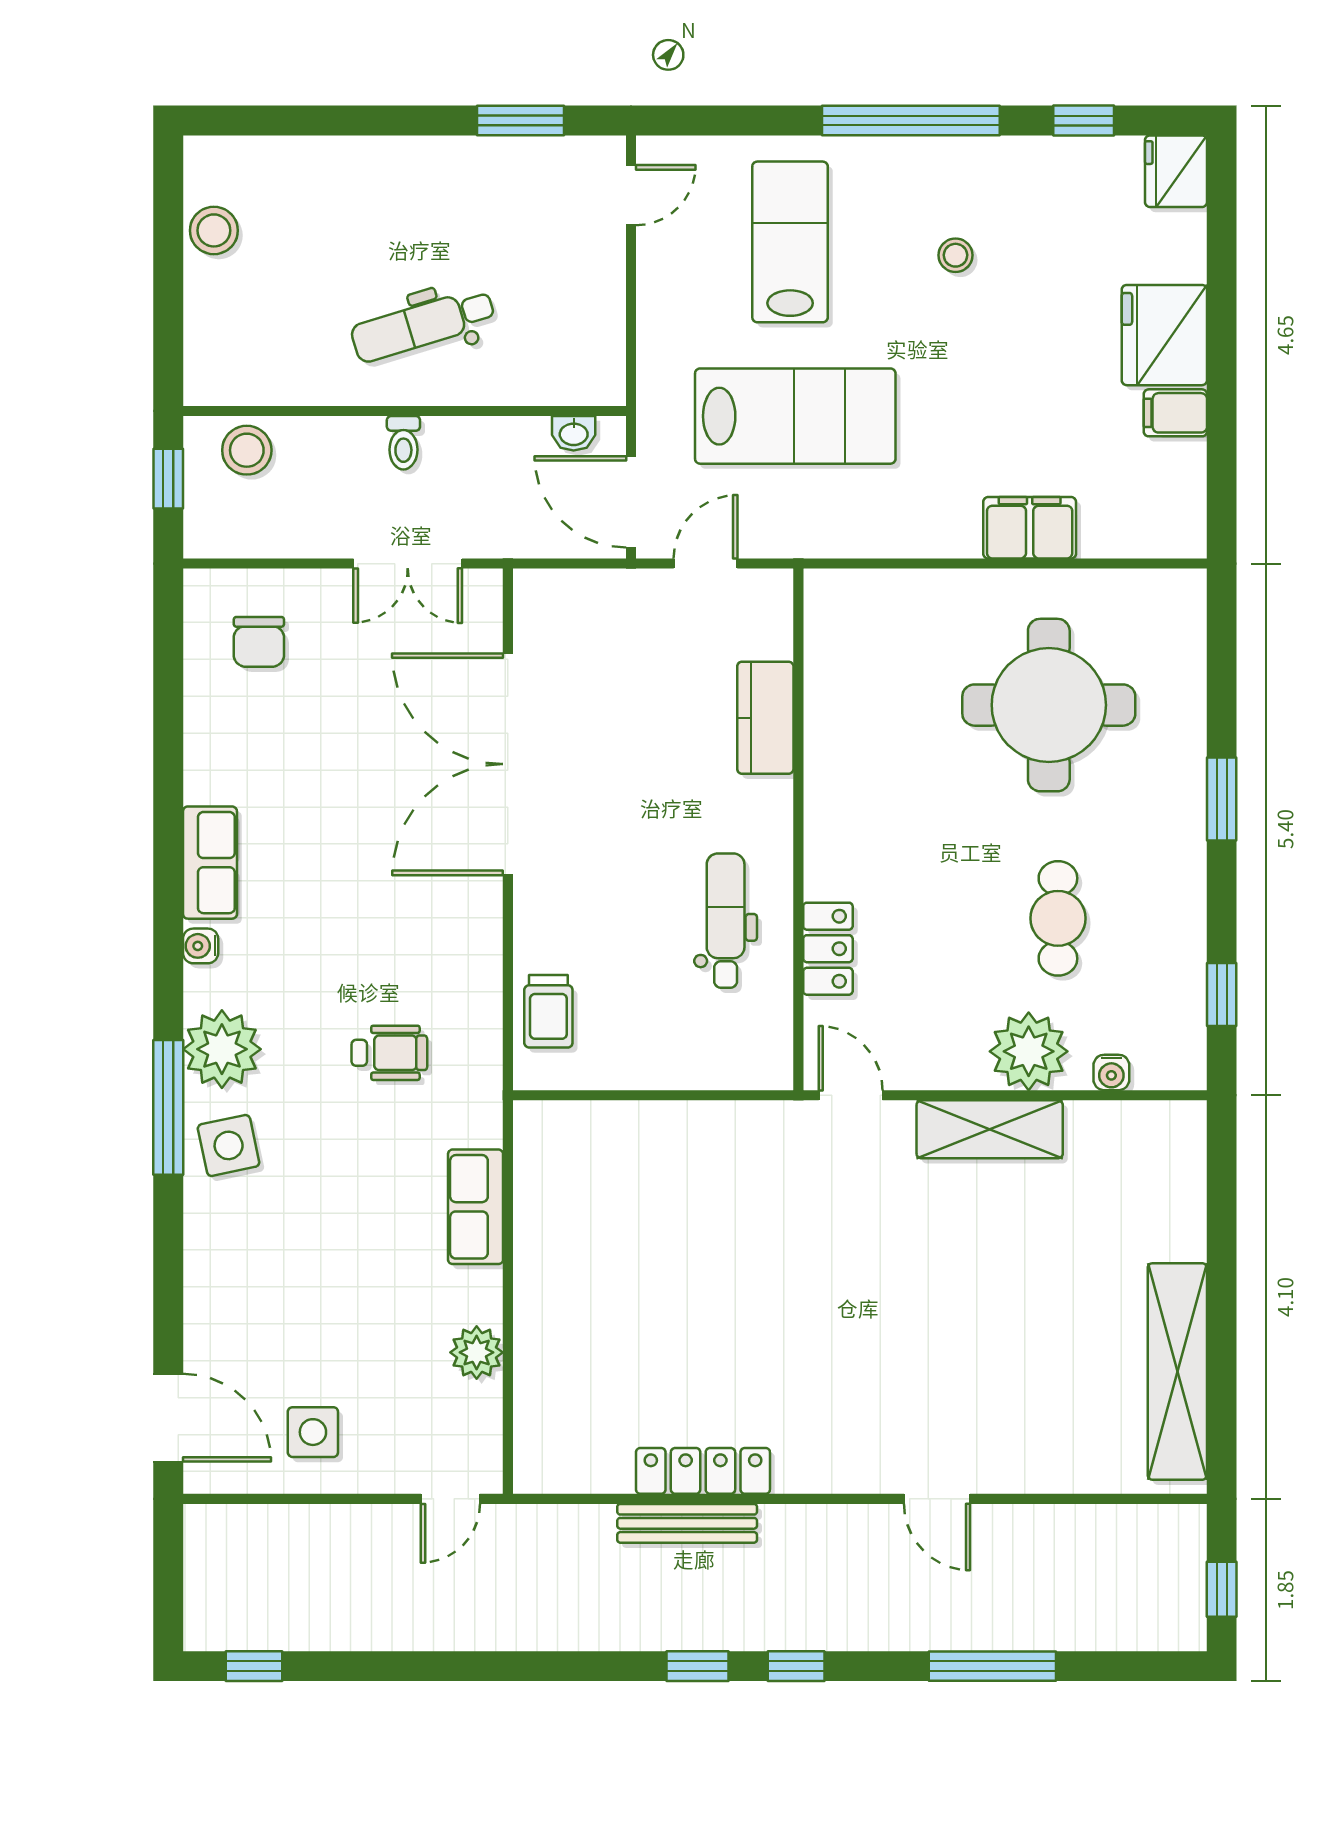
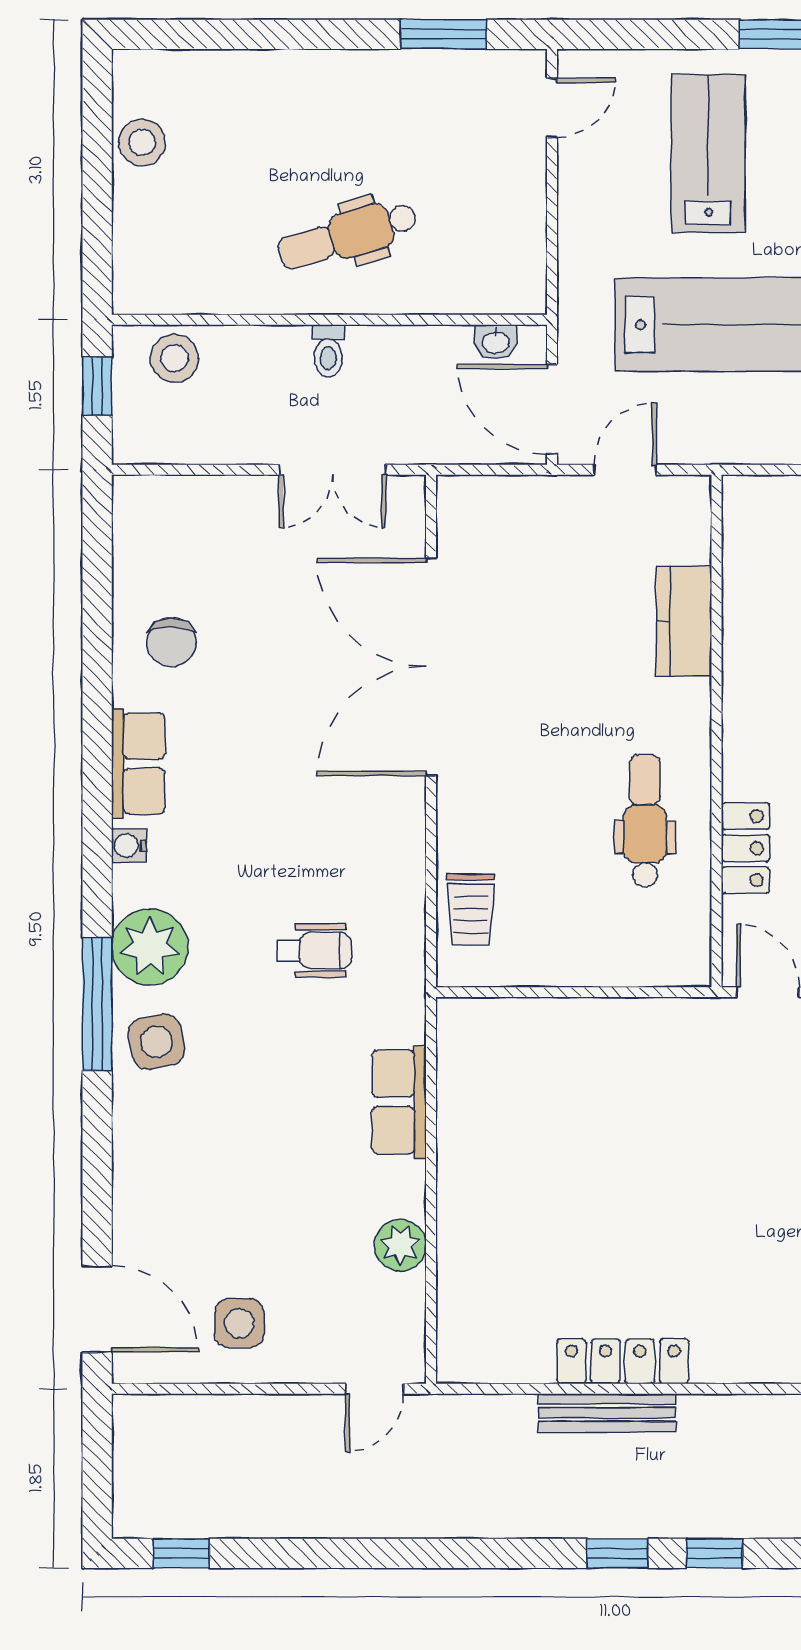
chair: (259, 642) -> (171, 642), moved

